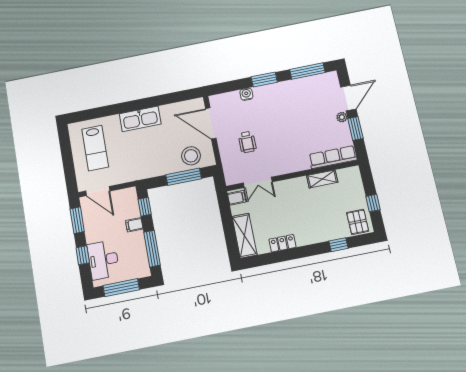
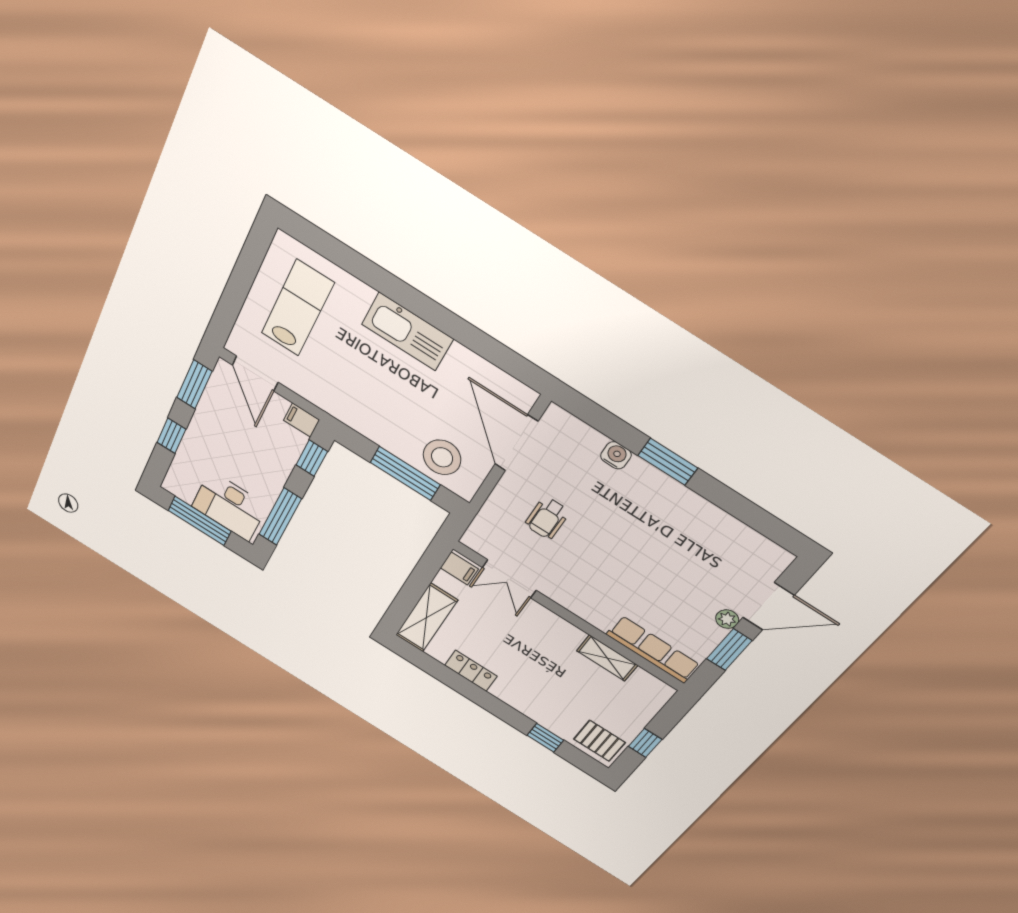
window: (307, 71) -> (751, 515), removed
lab bench: (95, 148) -> (297, 308), turned 180
pallet: (358, 222) -> (599, 741), turned 90
filing cabinet: (134, 225) -> (302, 420), moved
desk: (103, 260) -> (229, 506), moved, turned -90

